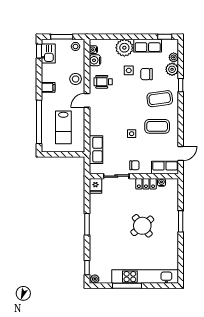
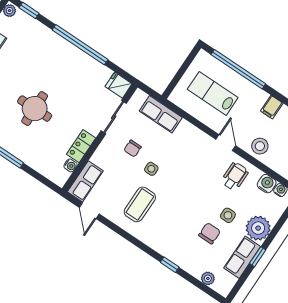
window: (165, 37) -> (258, 257), moved
plant: (172, 69) -> (195, 267), removed
coffee table: (160, 99) -> (170, 229), removed
chair: (134, 165) -> (133, 148), moved
window: (87, 224) -> (80, 45), width x2.11
round table: (142, 226) -> (35, 109), turned 38

